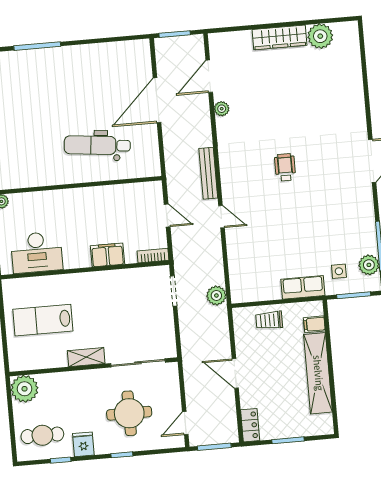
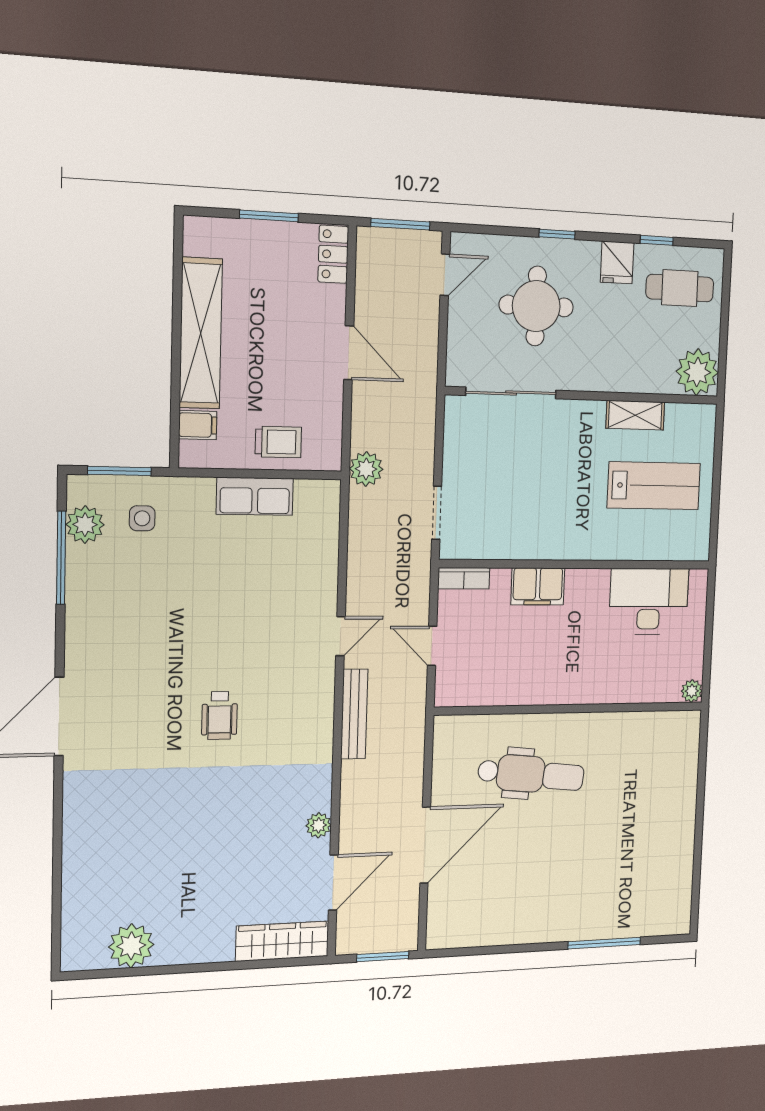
wardrobe: (279, 37) -> (282, 941), moved
door: (222, 217) -> (340, 636), swing flipped
row of seats: (303, 287) -> (255, 496), moved
plant: (216, 296) -> (366, 469), moved
shelving: (86, 357) -> (635, 415), moved

